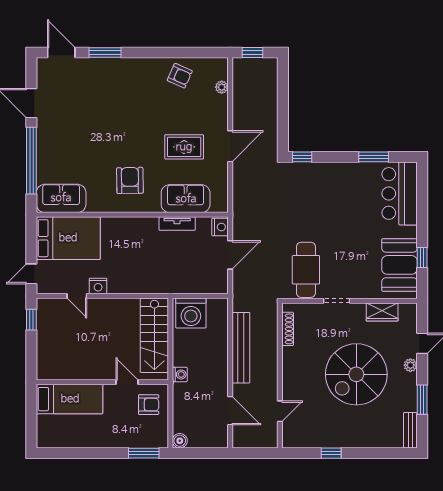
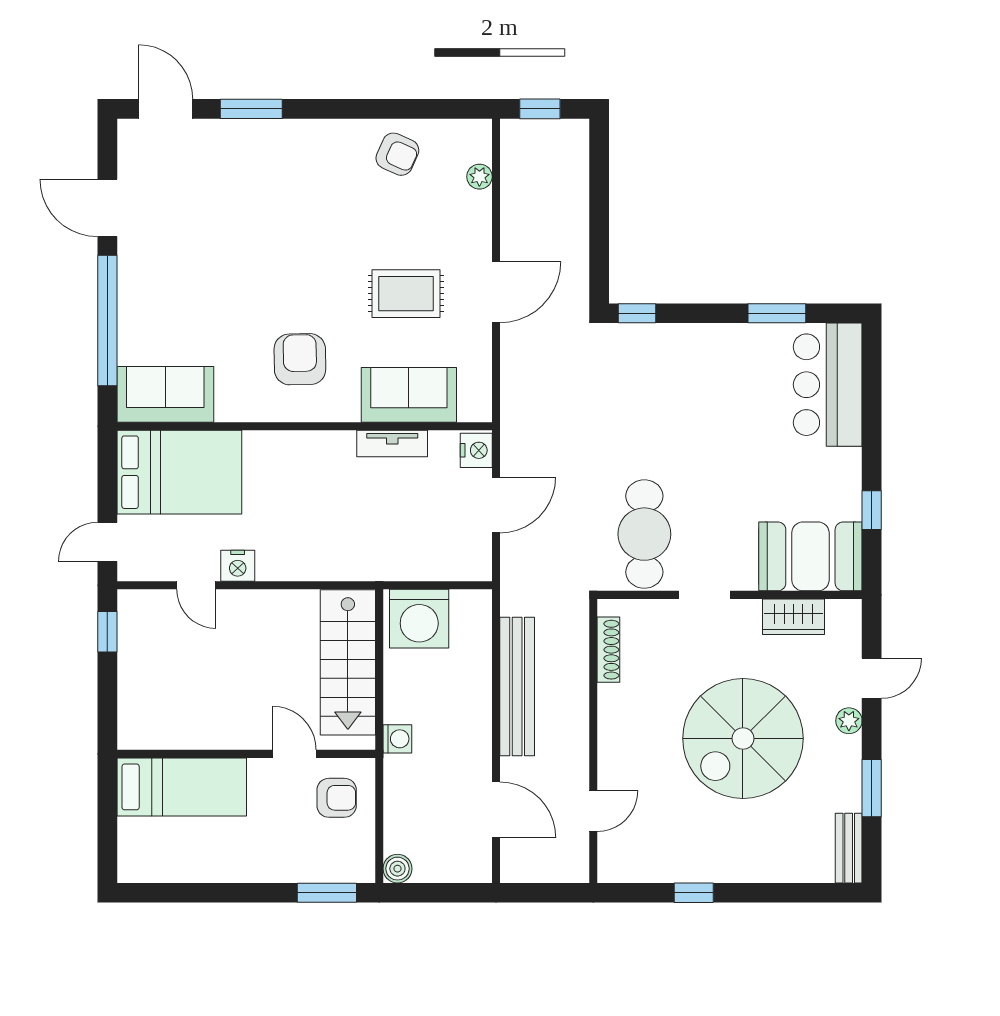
booth: (399, 265) -> (810, 556), moved, turned 90

